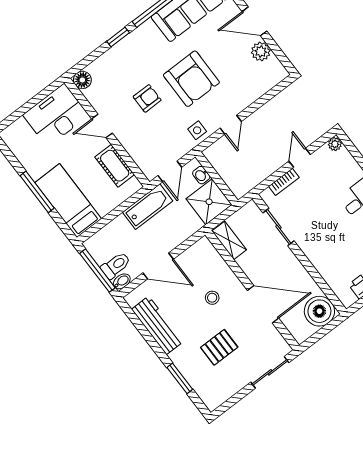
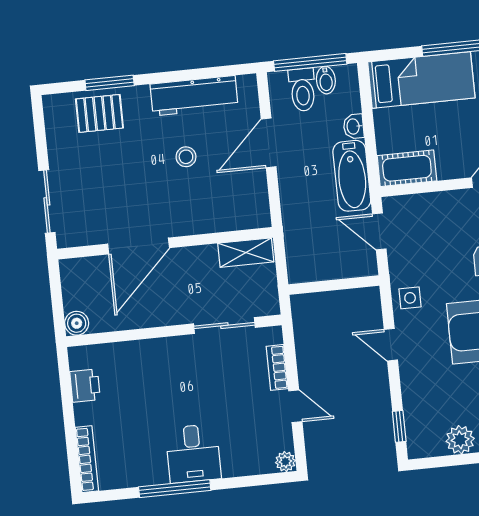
window: (275, 91) -> (399, 426), added
cot: (115, 166) -> (407, 168), moved
washbasin: (201, 175) -> (354, 126), moved, turned -90
shower: (209, 202) -> (310, 257), removed
bidet: (122, 281) -> (326, 80), moved
stool: (212, 298) -> (186, 157), moved
boiler: (319, 311) -> (77, 323), width x0.54, depth x0.54
pallet: (219, 347) -> (99, 113), moved, turned 90

